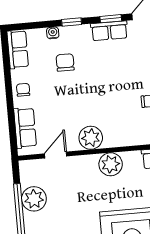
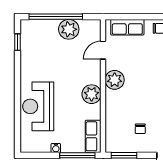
door: (56, 155) -> (103, 50), swing flipped

